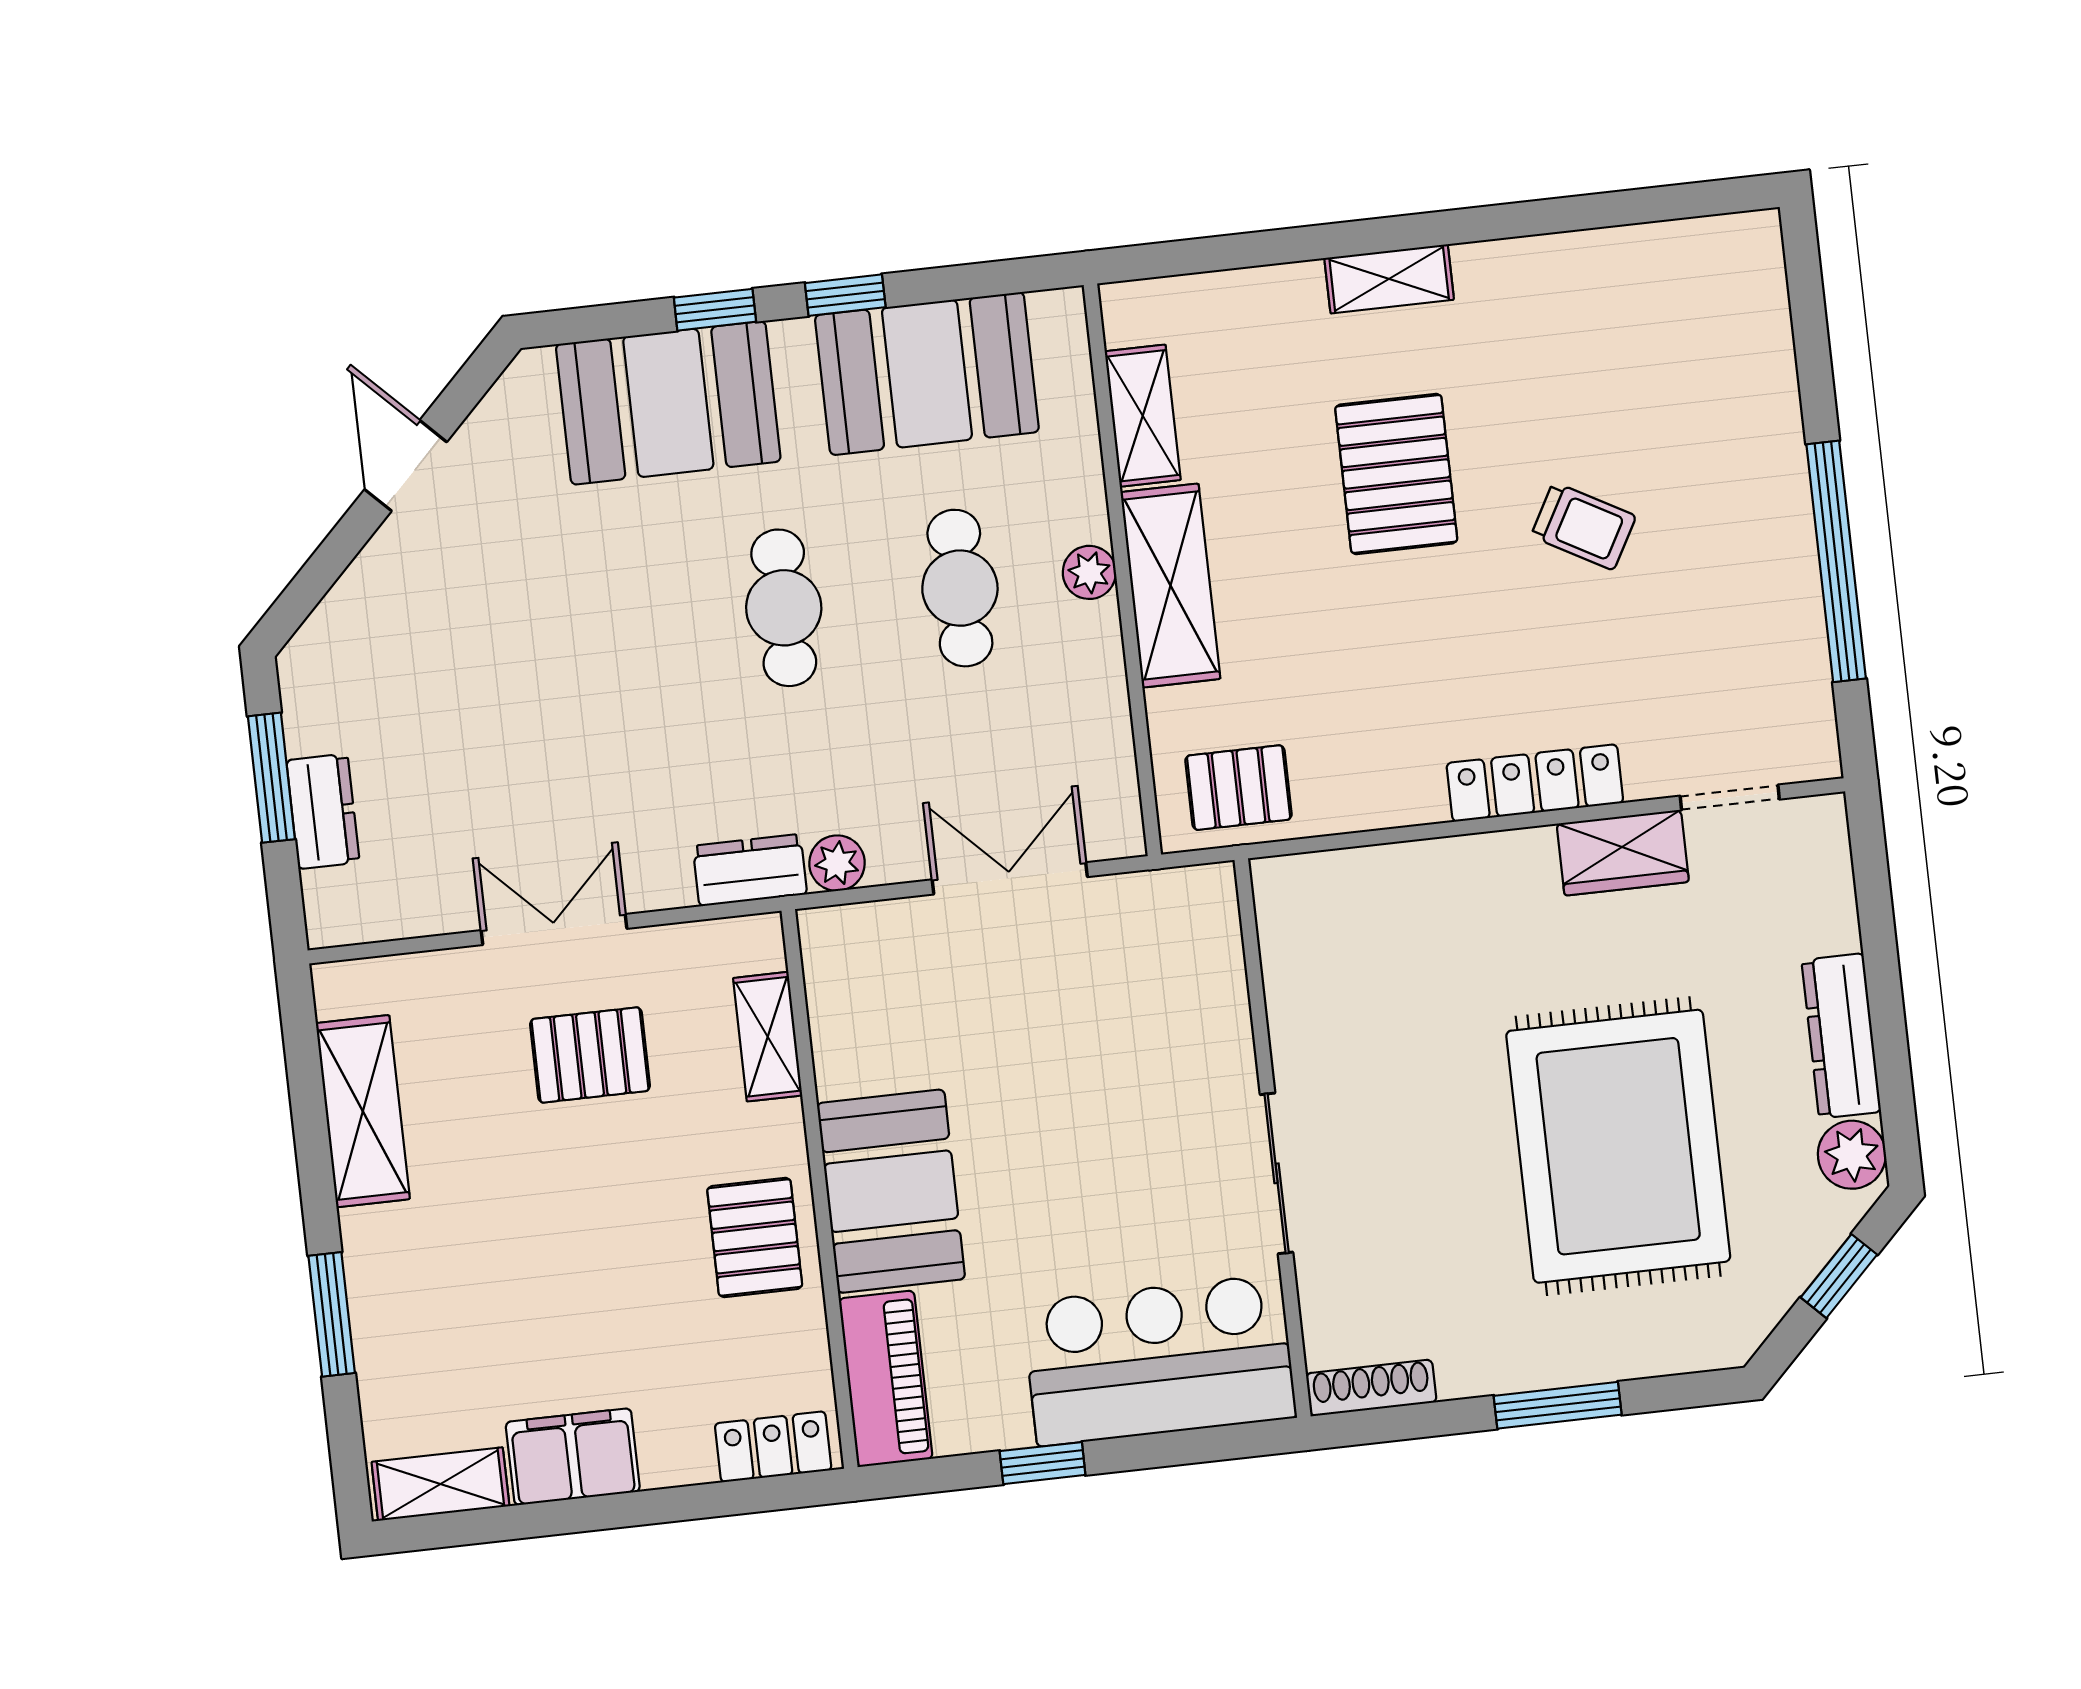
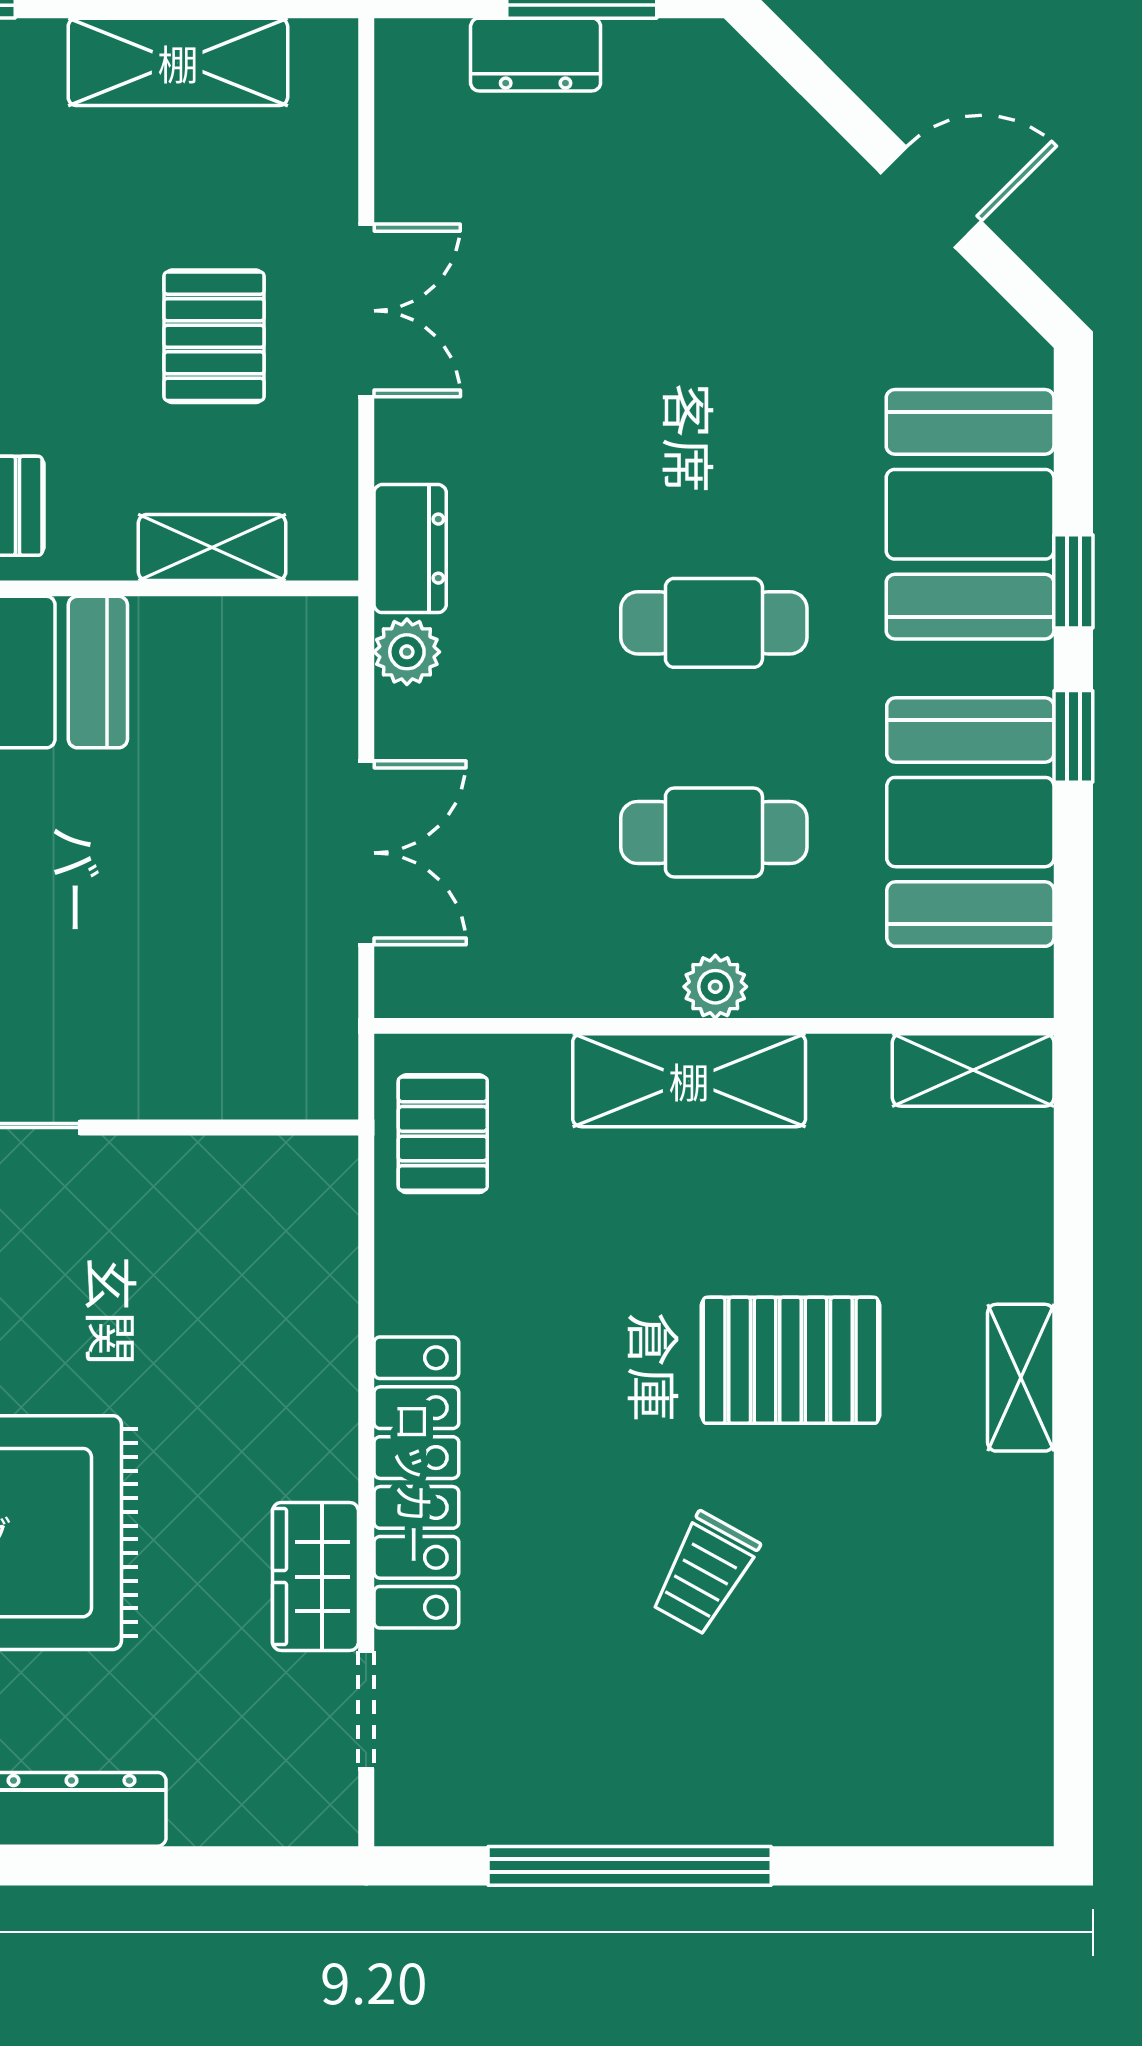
shelving: (1143, 416) -> (973, 1070), moved
locker: (1535, 783) -> (416, 1483), width x1.41, depth x1.21

